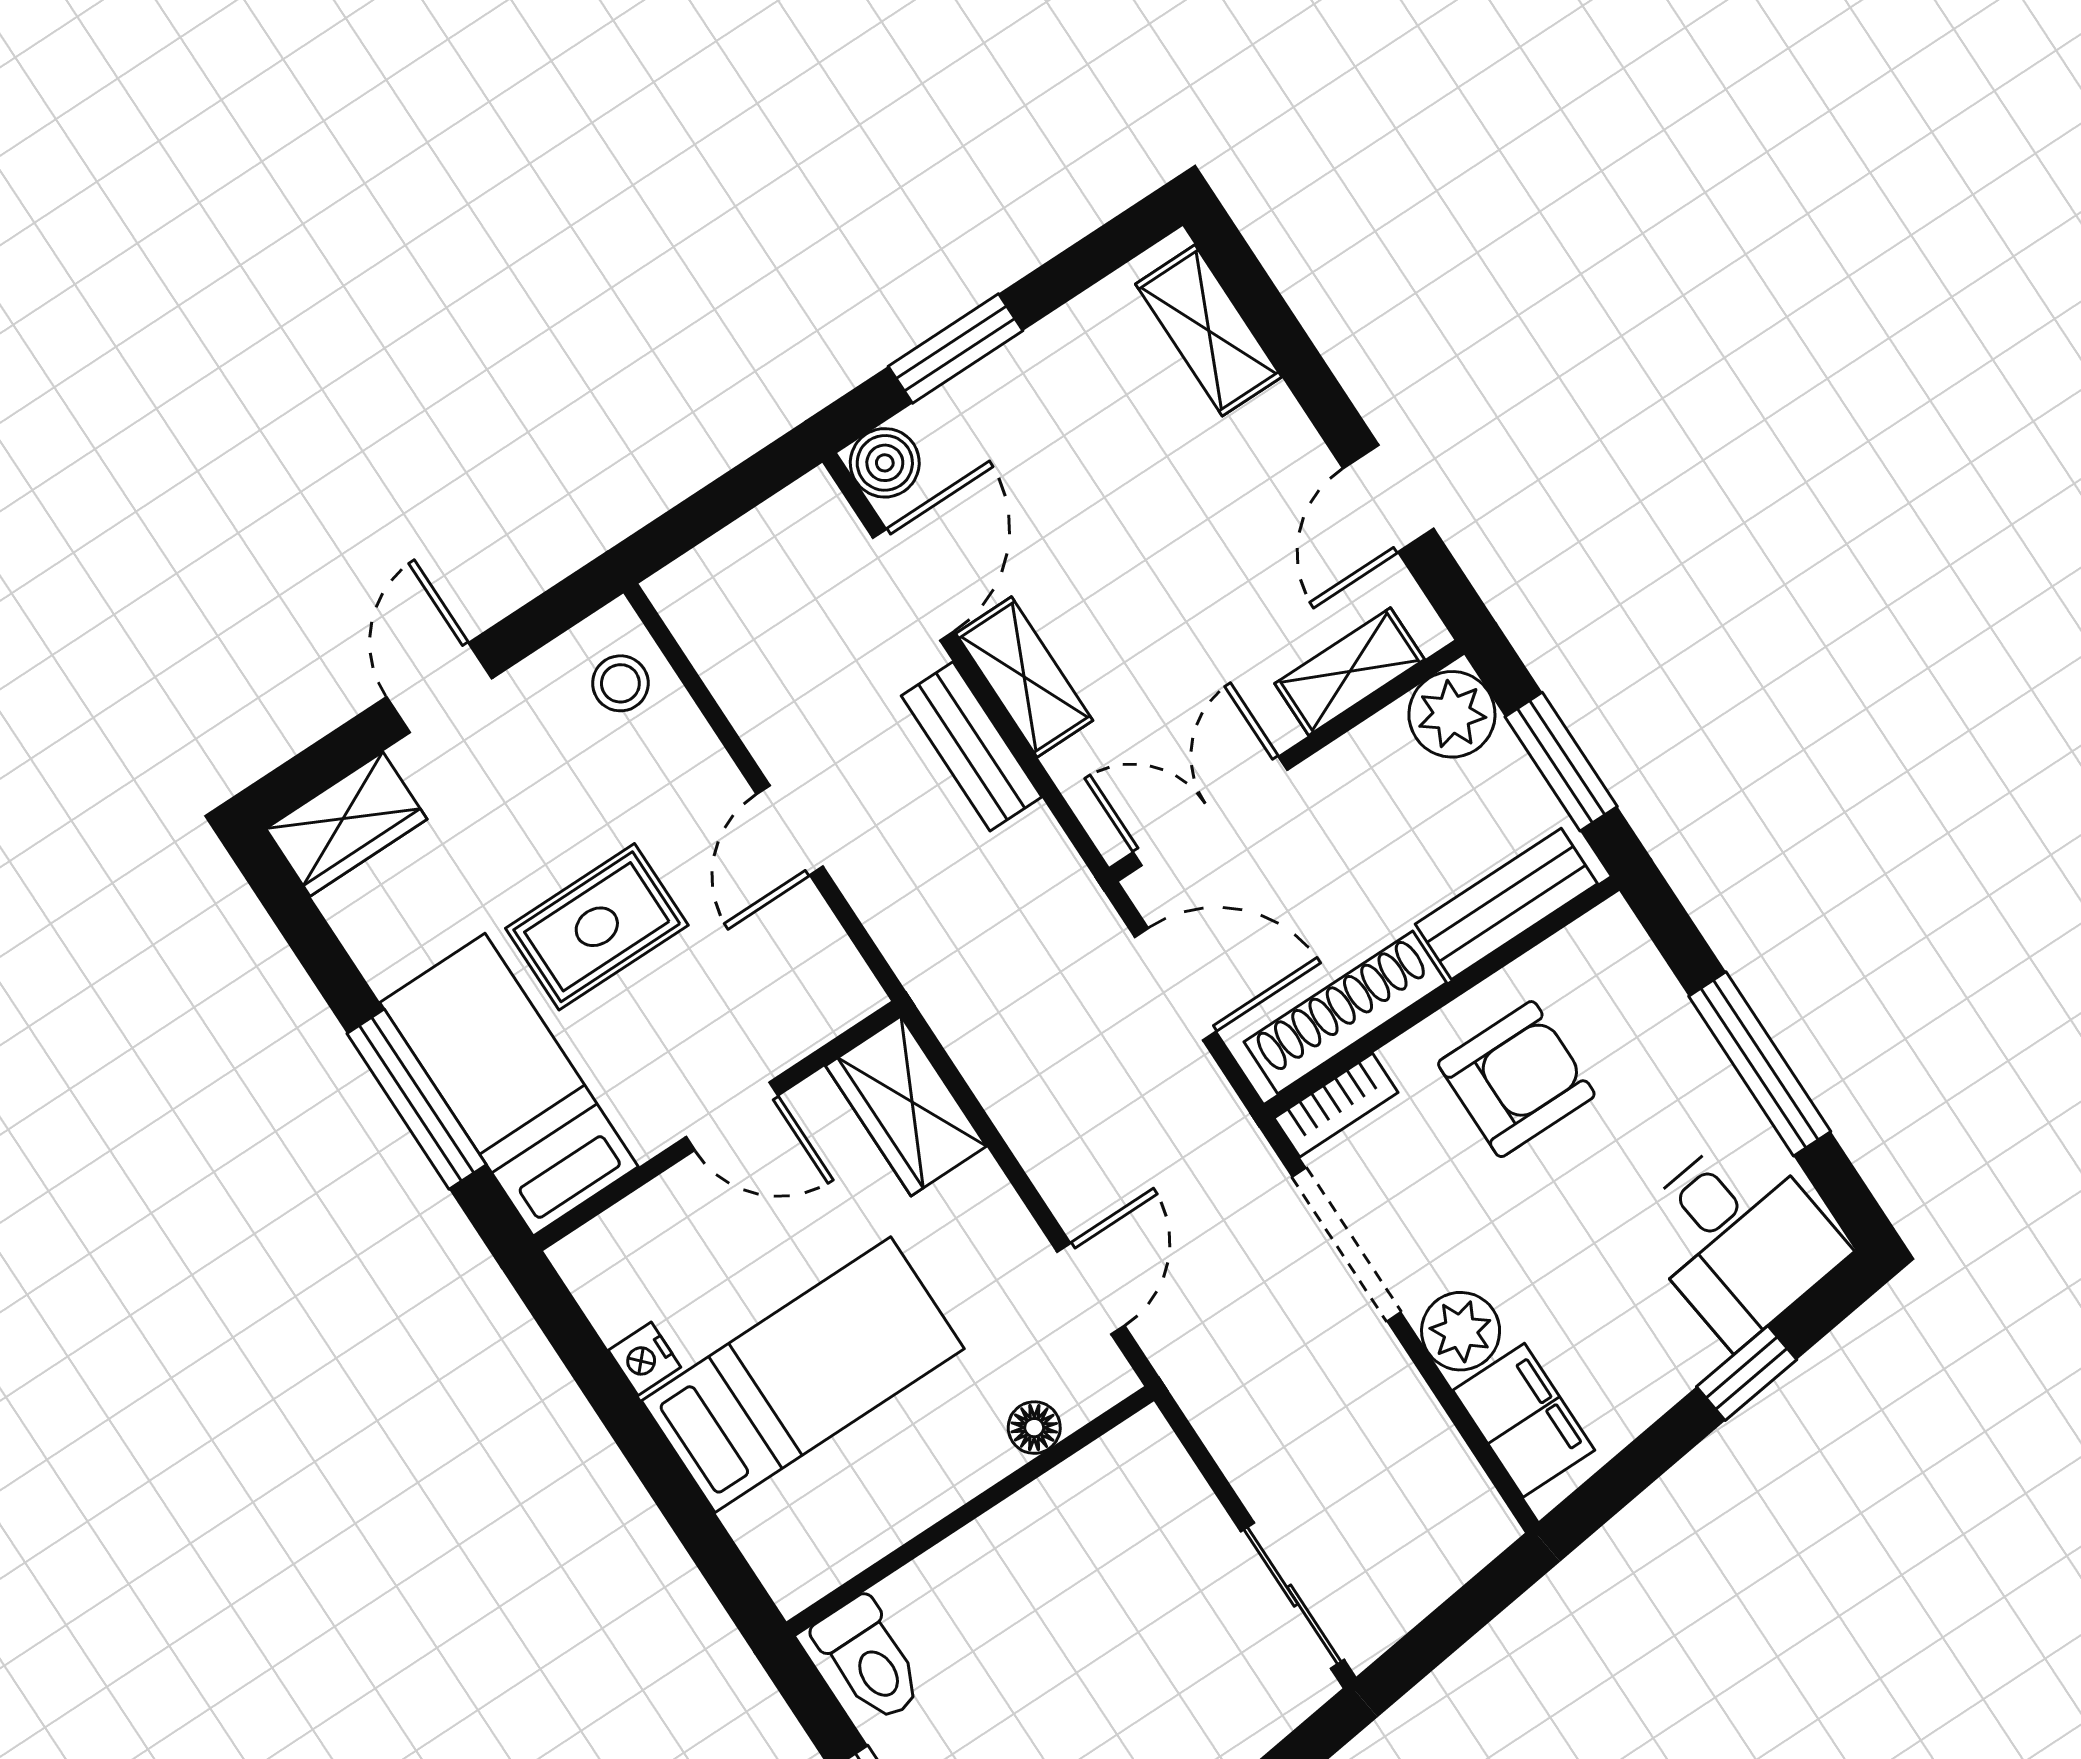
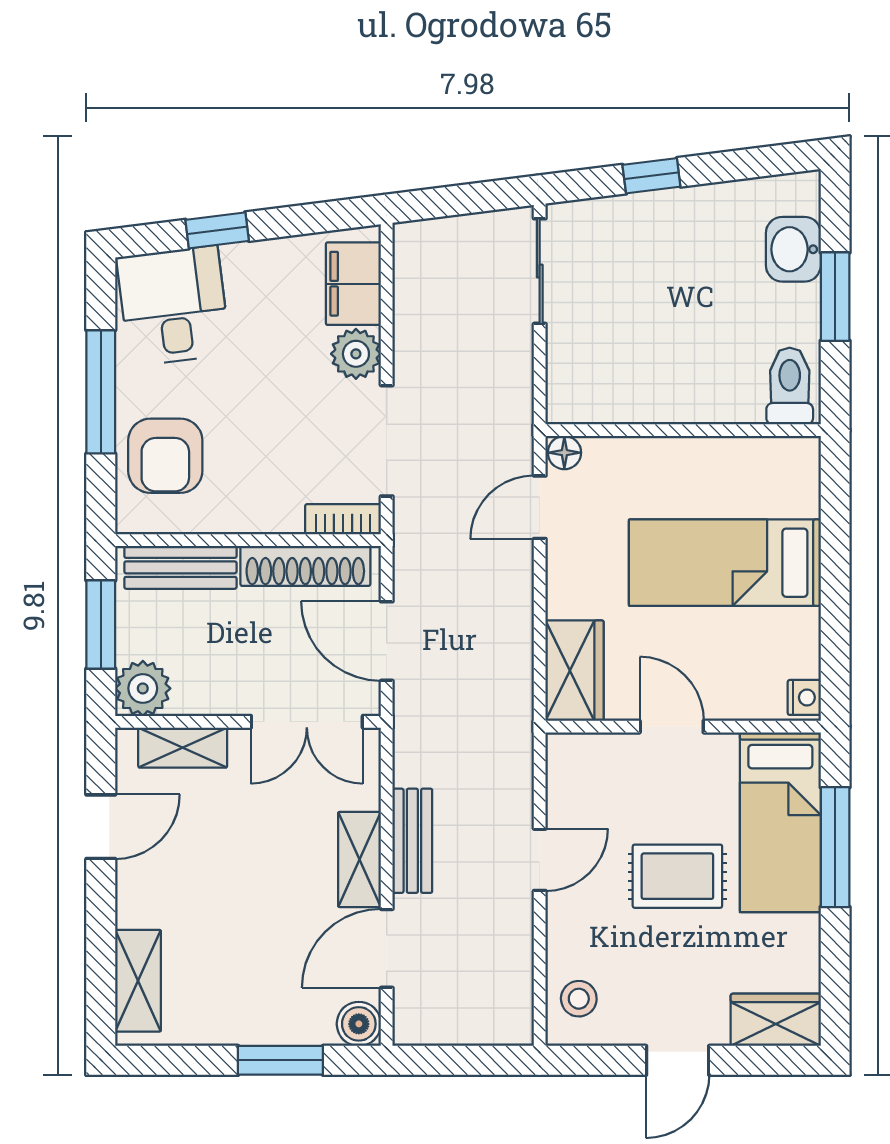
armchair: (1516, 1079) -> (165, 456), moved, turned -90
nightstand: (645, 1359) -> (804, 697), moved
floor lamp: (1034, 1428) -> (564, 453), moved

